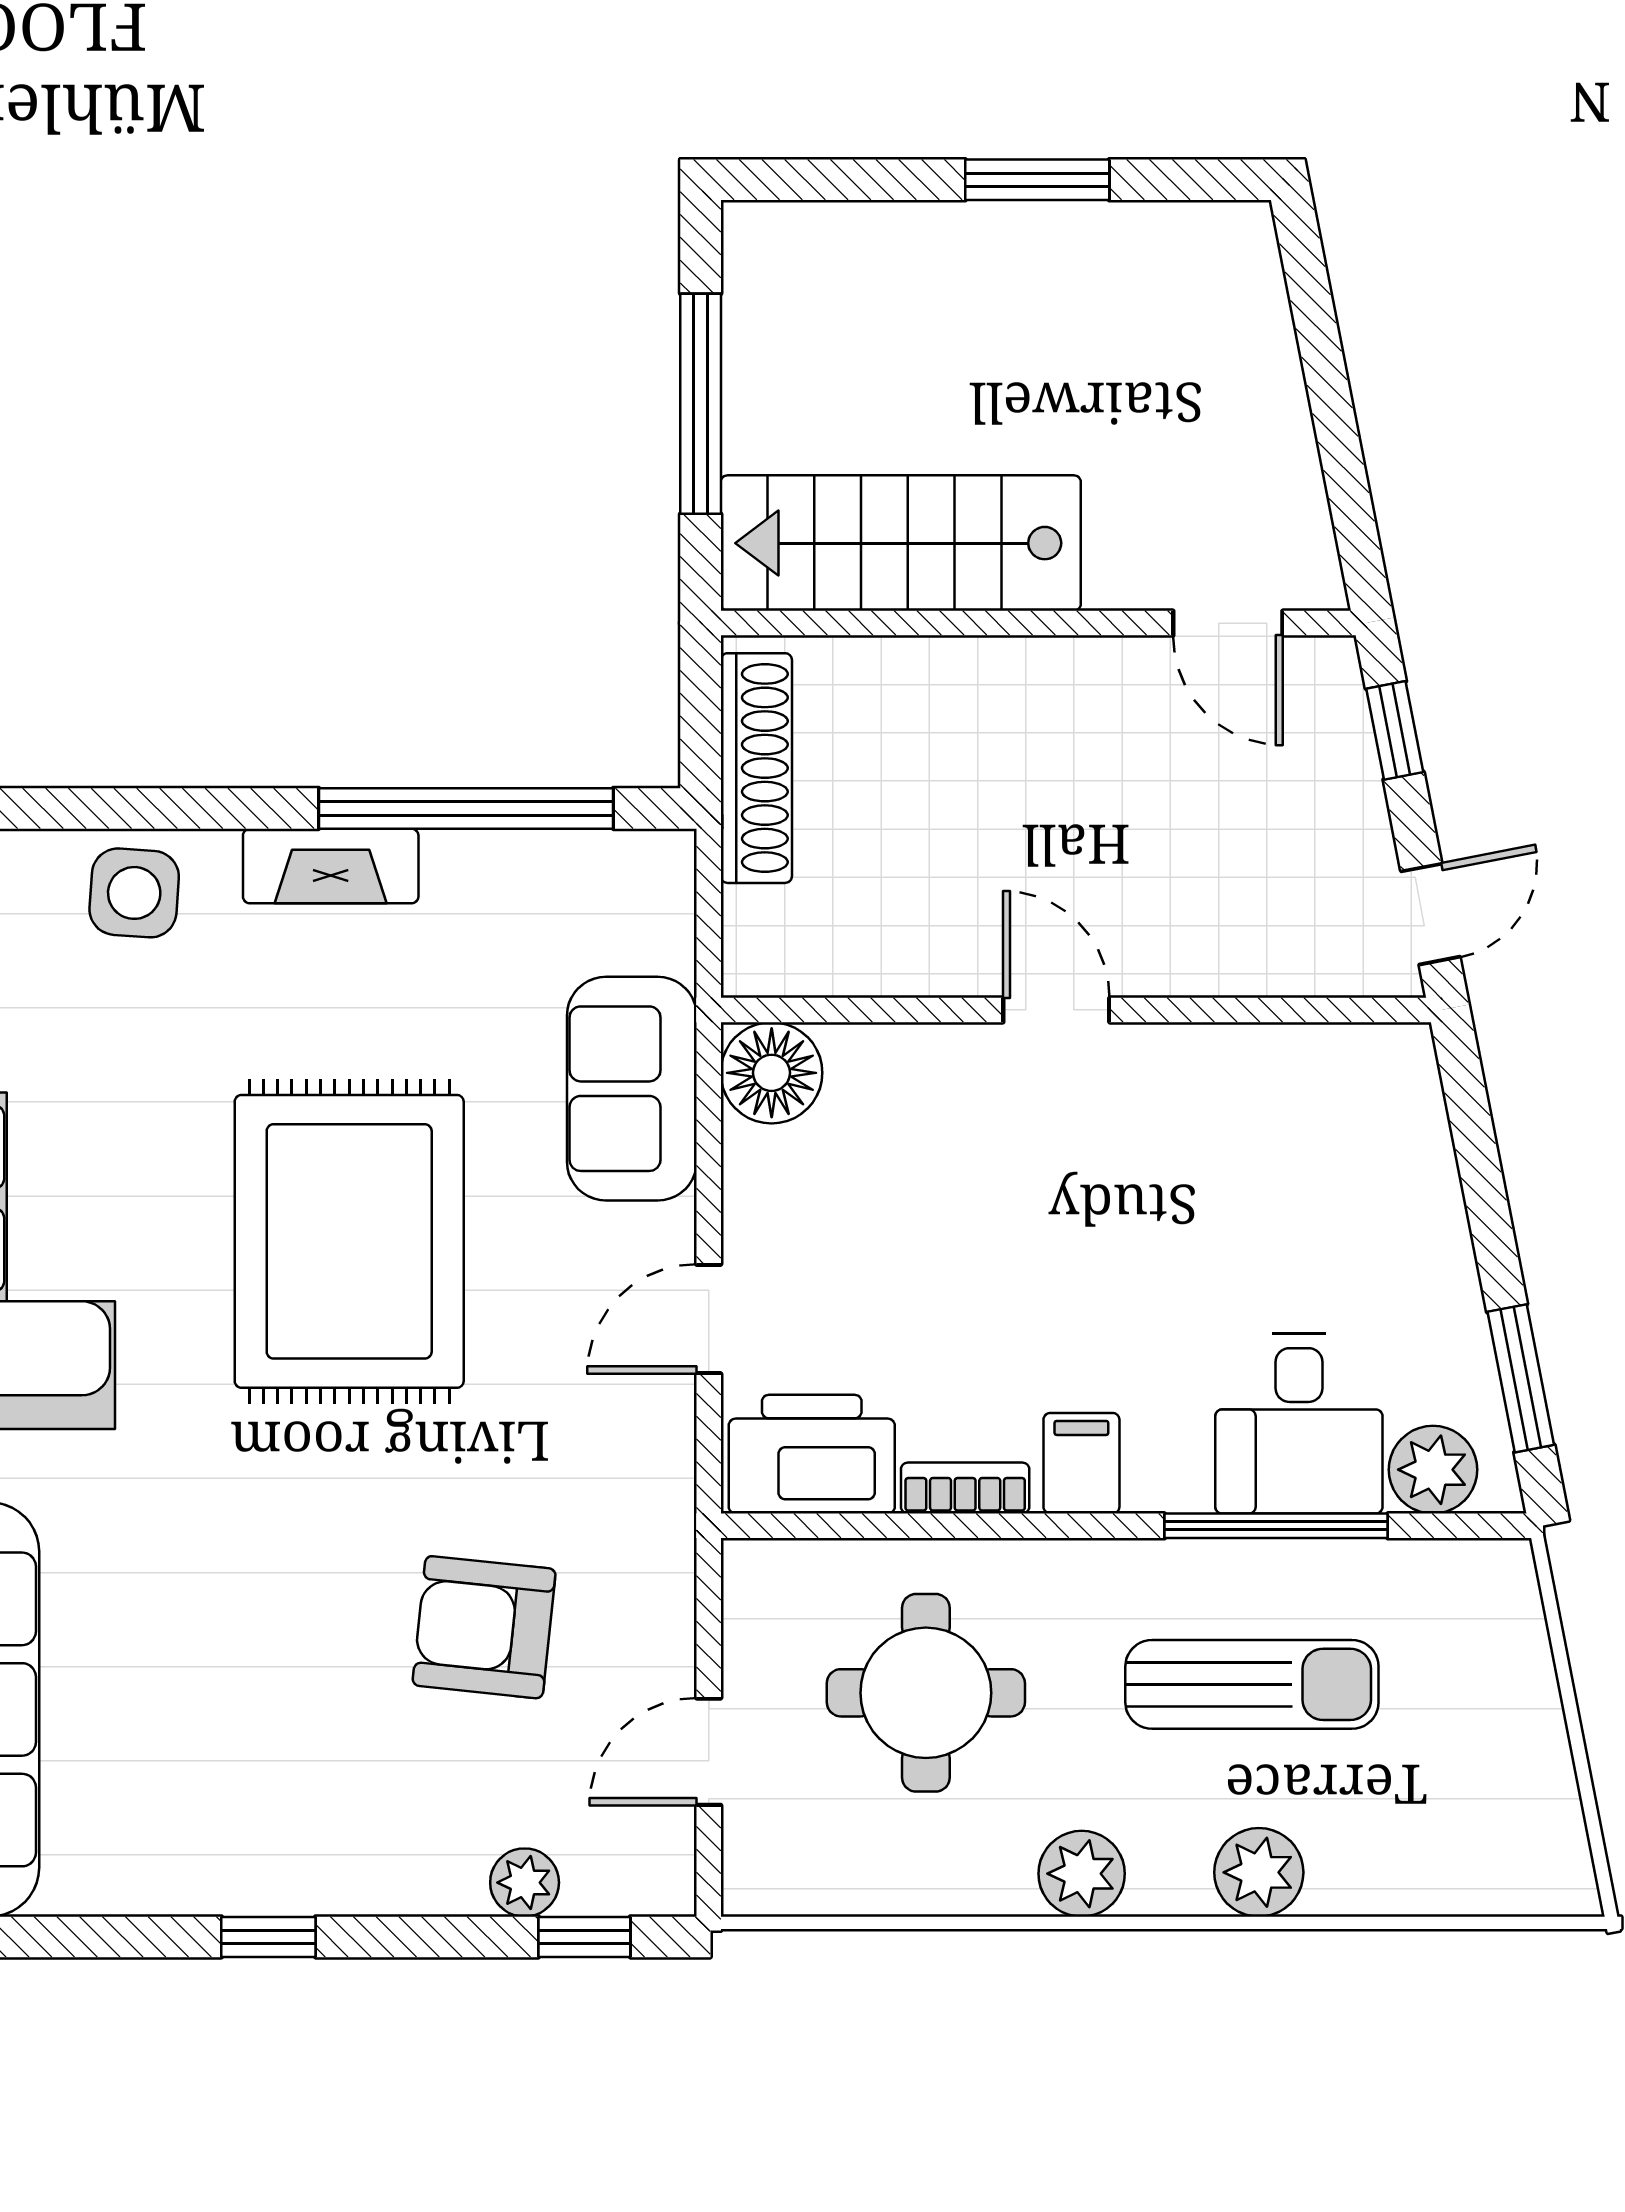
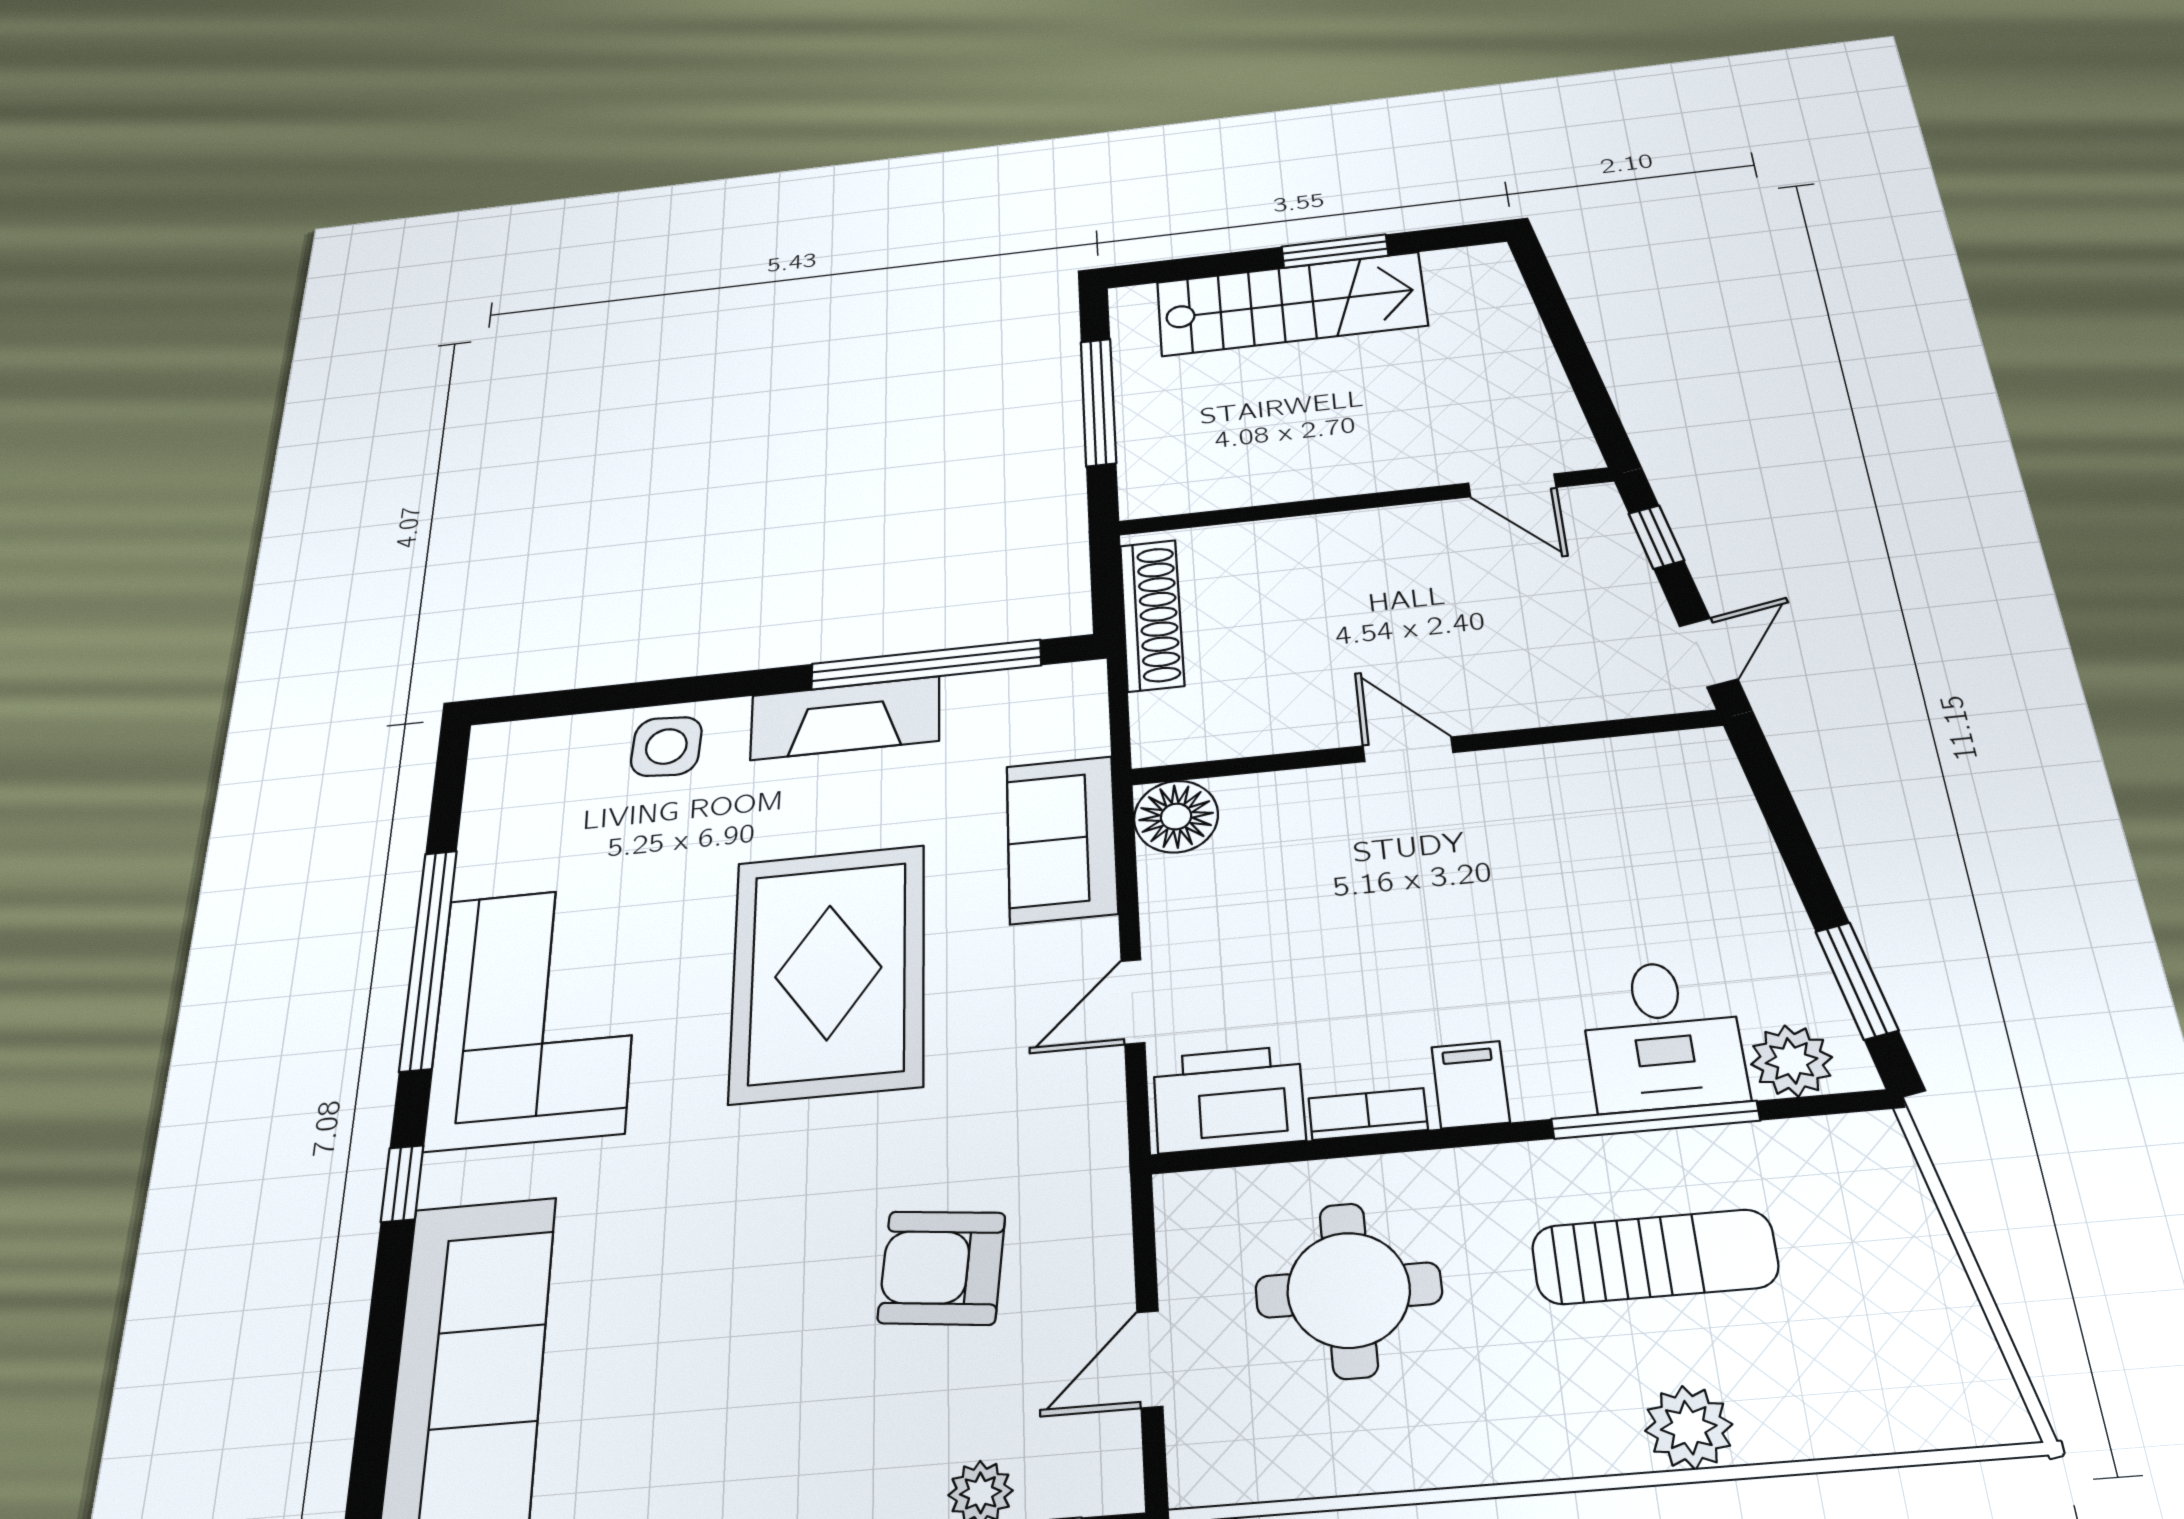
stairs: (901, 543) -> (1291, 304), moved, turned 180
fireplace: (331, 866) -> (845, 718), width x1.37, depth x1.32
plant: (1082, 1874) -> (1515, 1442), removed

